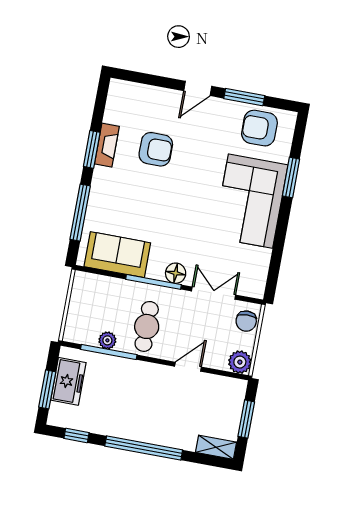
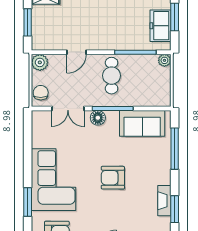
window: (92, 149) -> (175, 209), moved
armchair: (156, 149) -> (113, 178), moved
plant: (107, 340) -> (164, 60), moved

